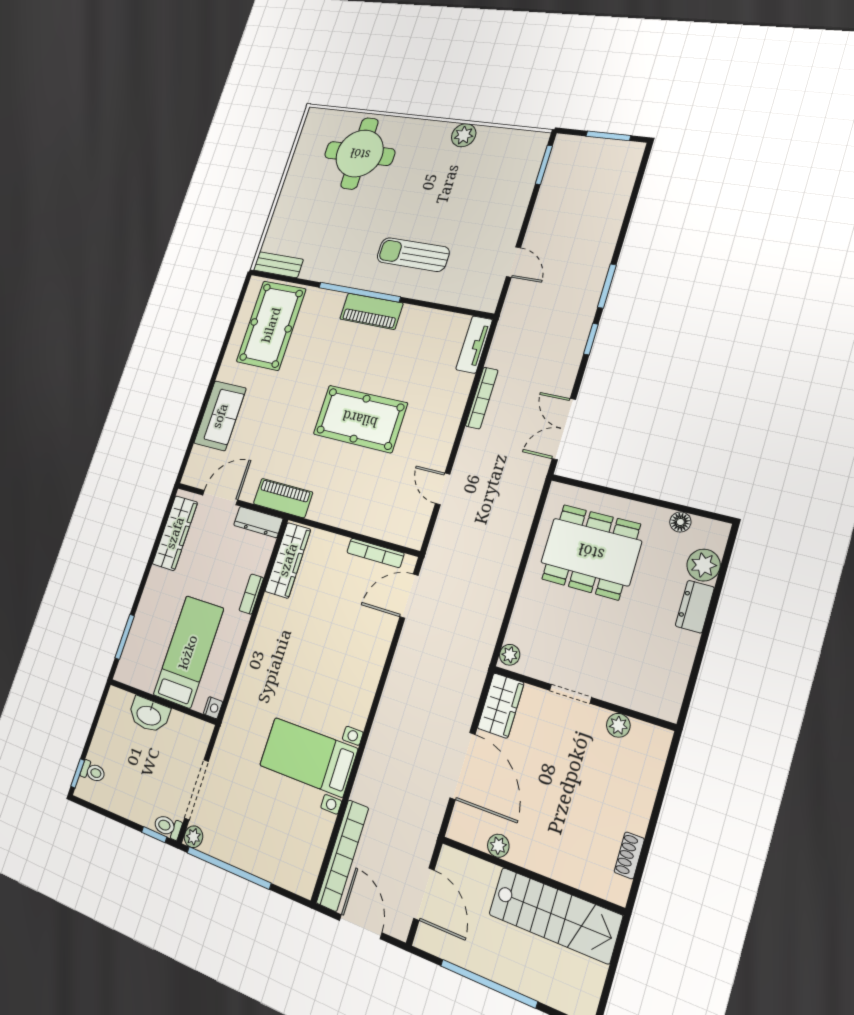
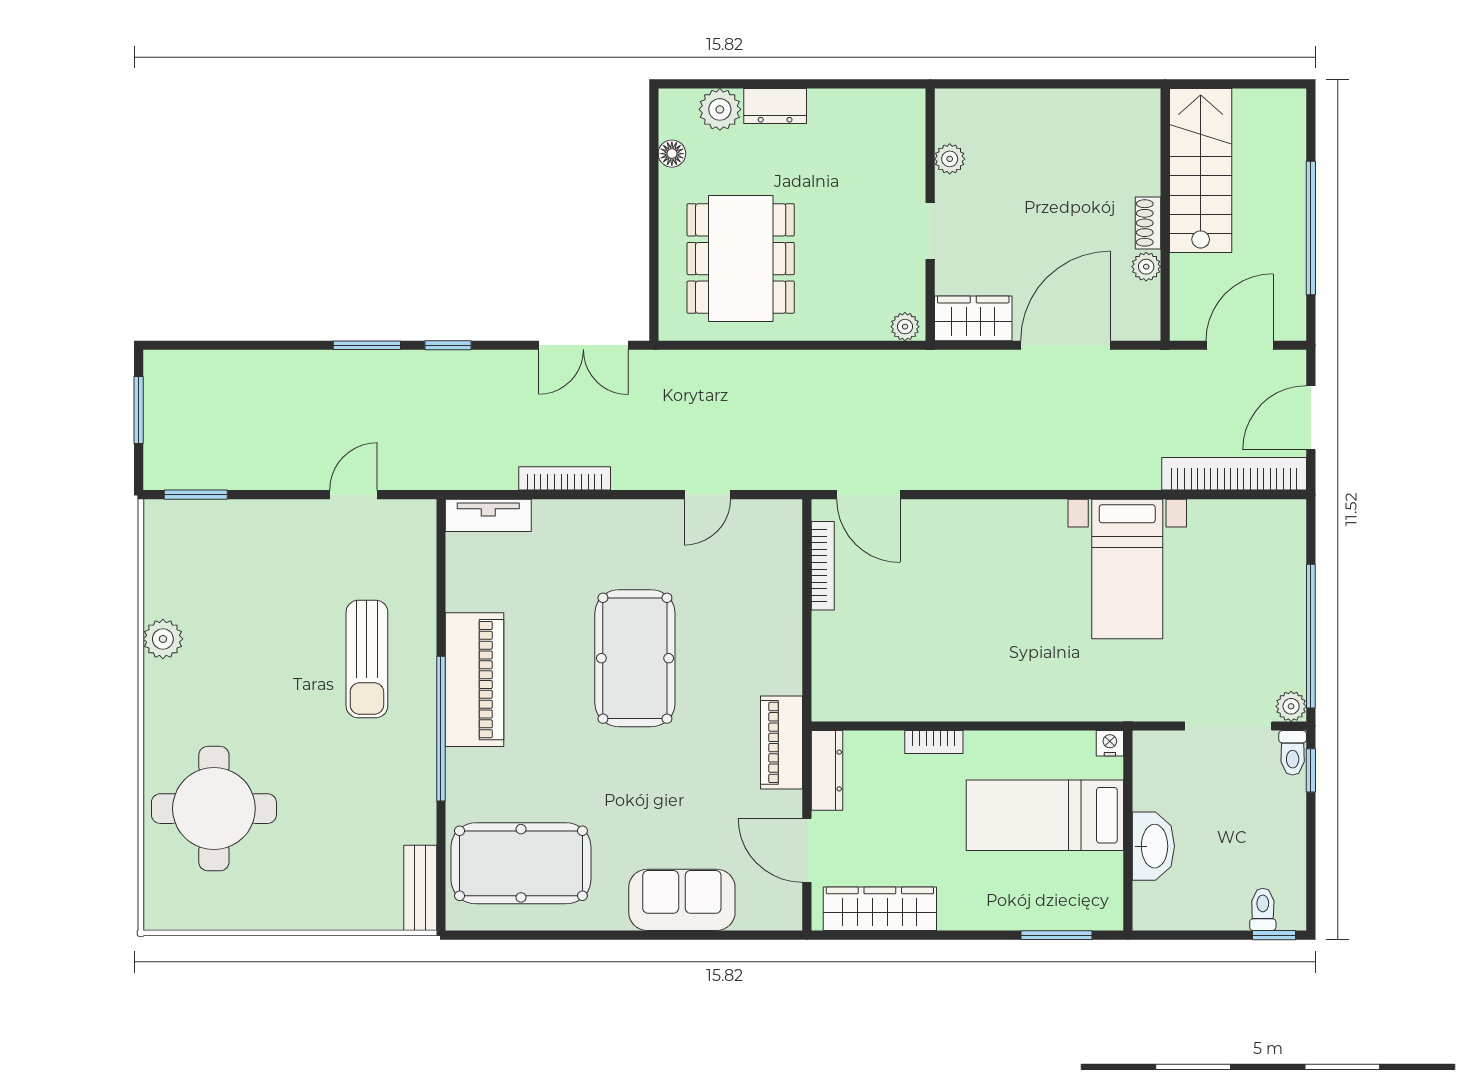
piano: (371, 311) -> (475, 680), width x1.37, depth x1.33
wardrobe: (288, 560) -> (870, 701), removed
shoe rack: (629, 855) -> (1148, 223), moved, turned 90

